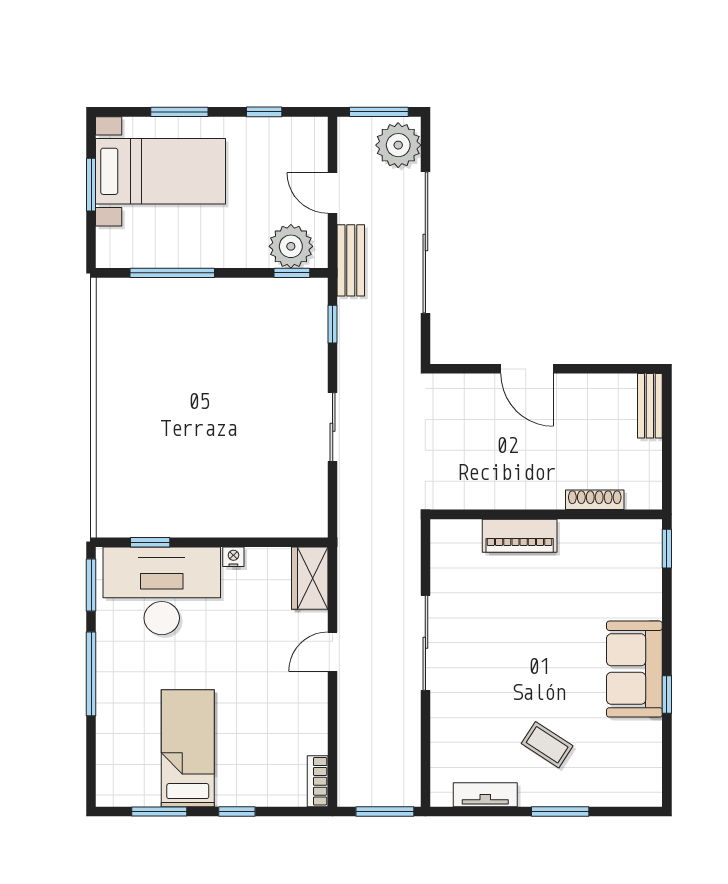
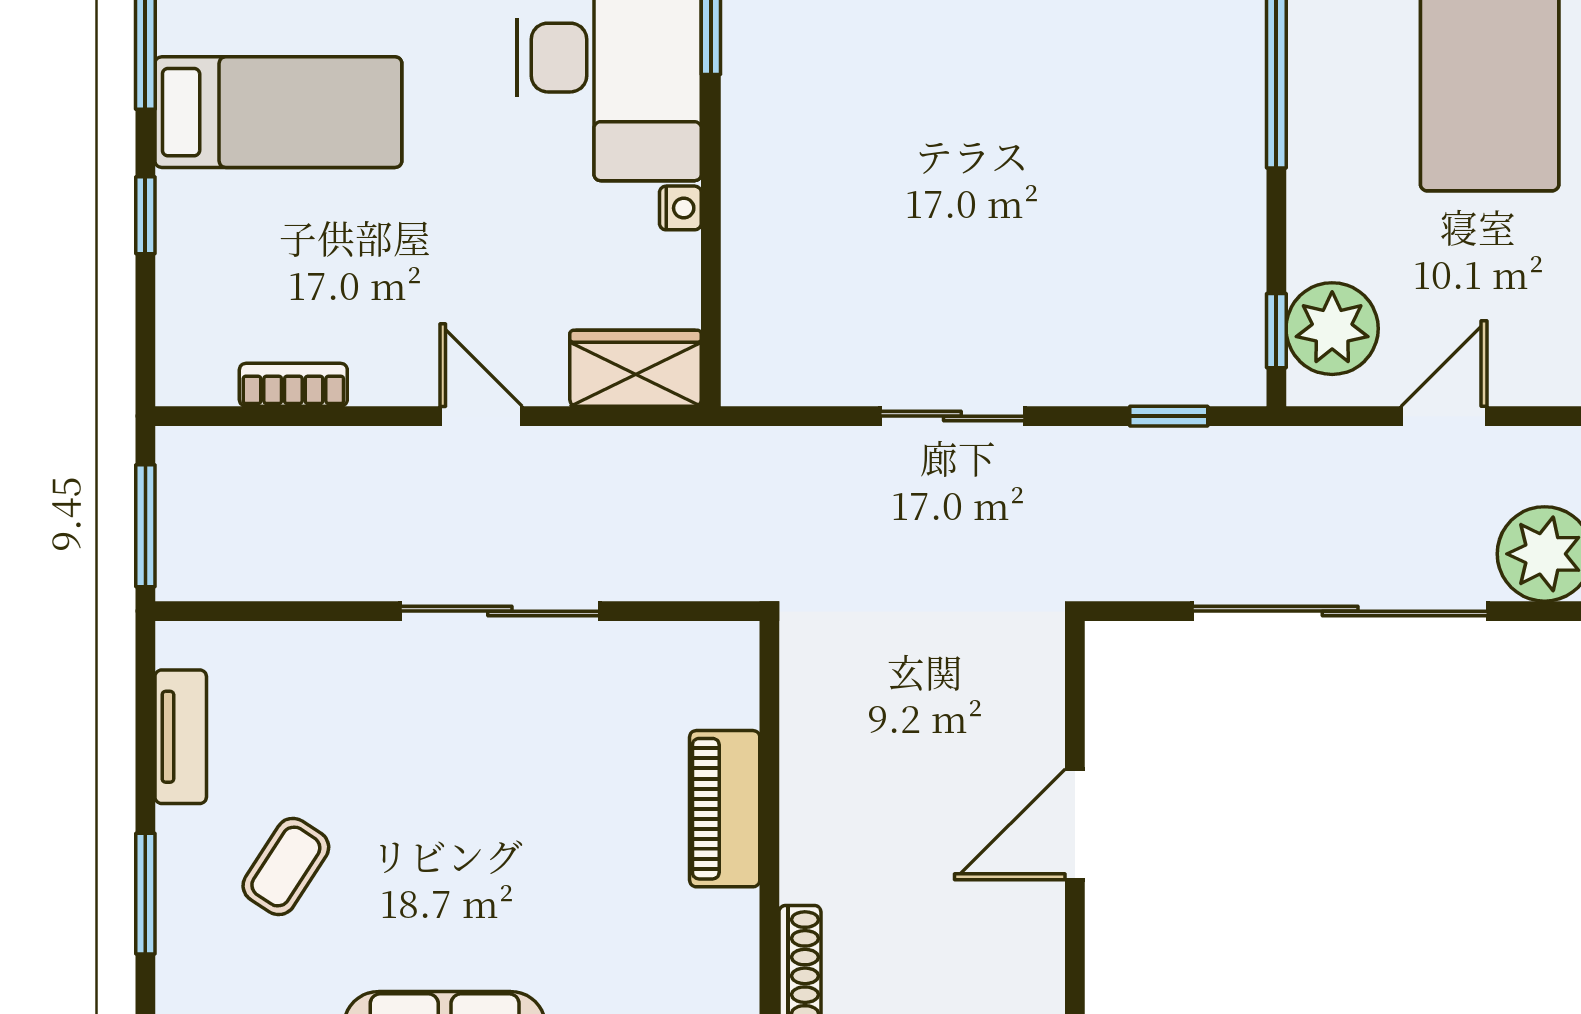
bench: (351, 260) -> (1303, 454), removed
bookcase: (318, 781) -> (293, 385), moved

